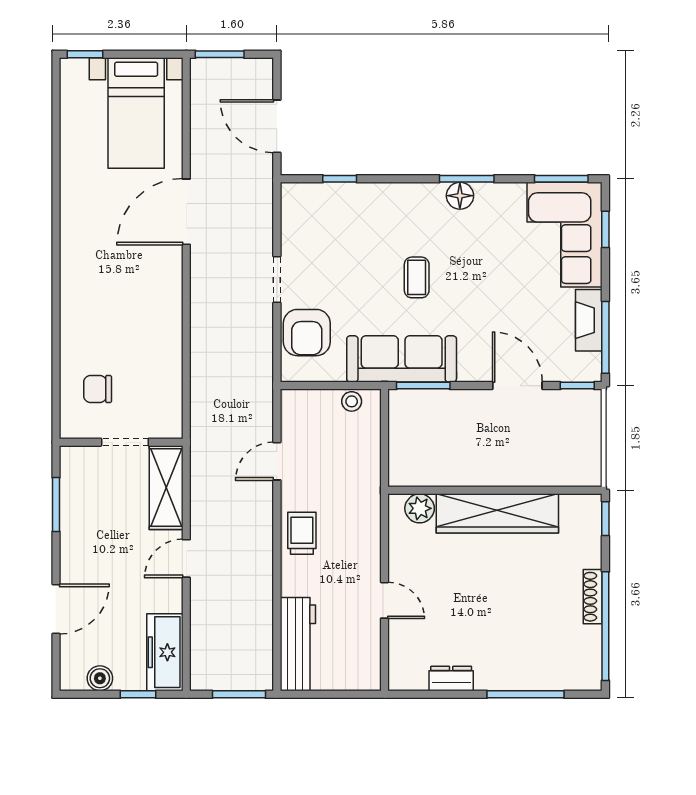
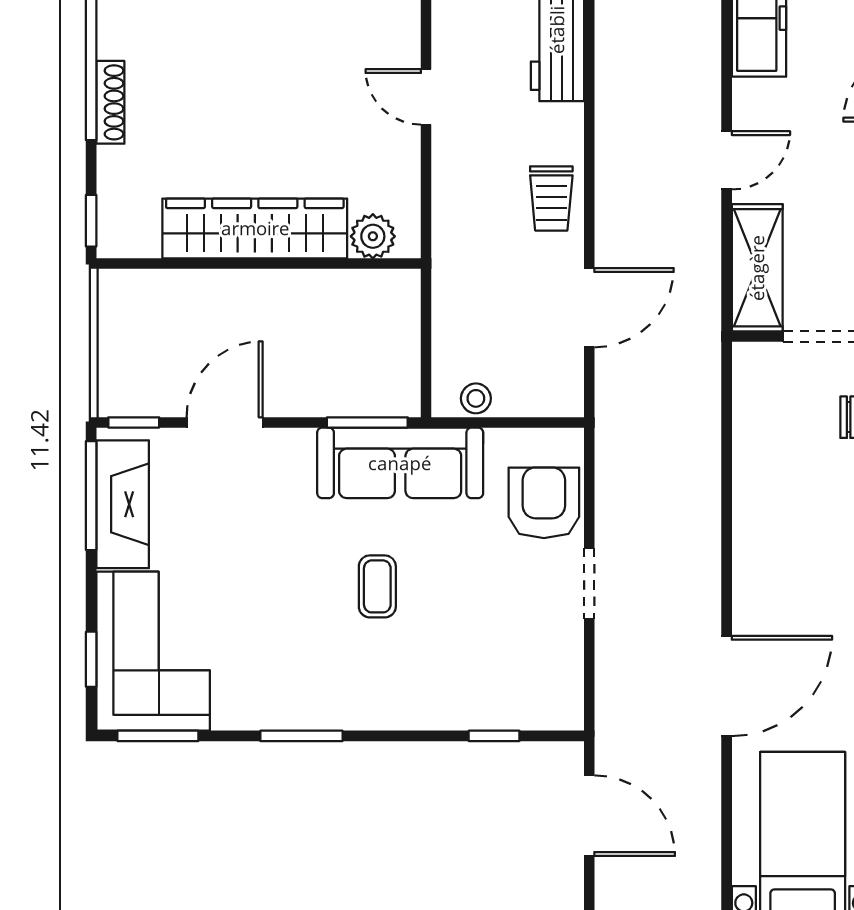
floor lamp: (460, 196) -> (312, 710), removed
fireplace: (589, 320) -> (123, 504), width x1.37, depth x1.32
door: (517, 386) -> (225, 422), swing flipped
door: (277, 461) -> (589, 308), width x1.38

